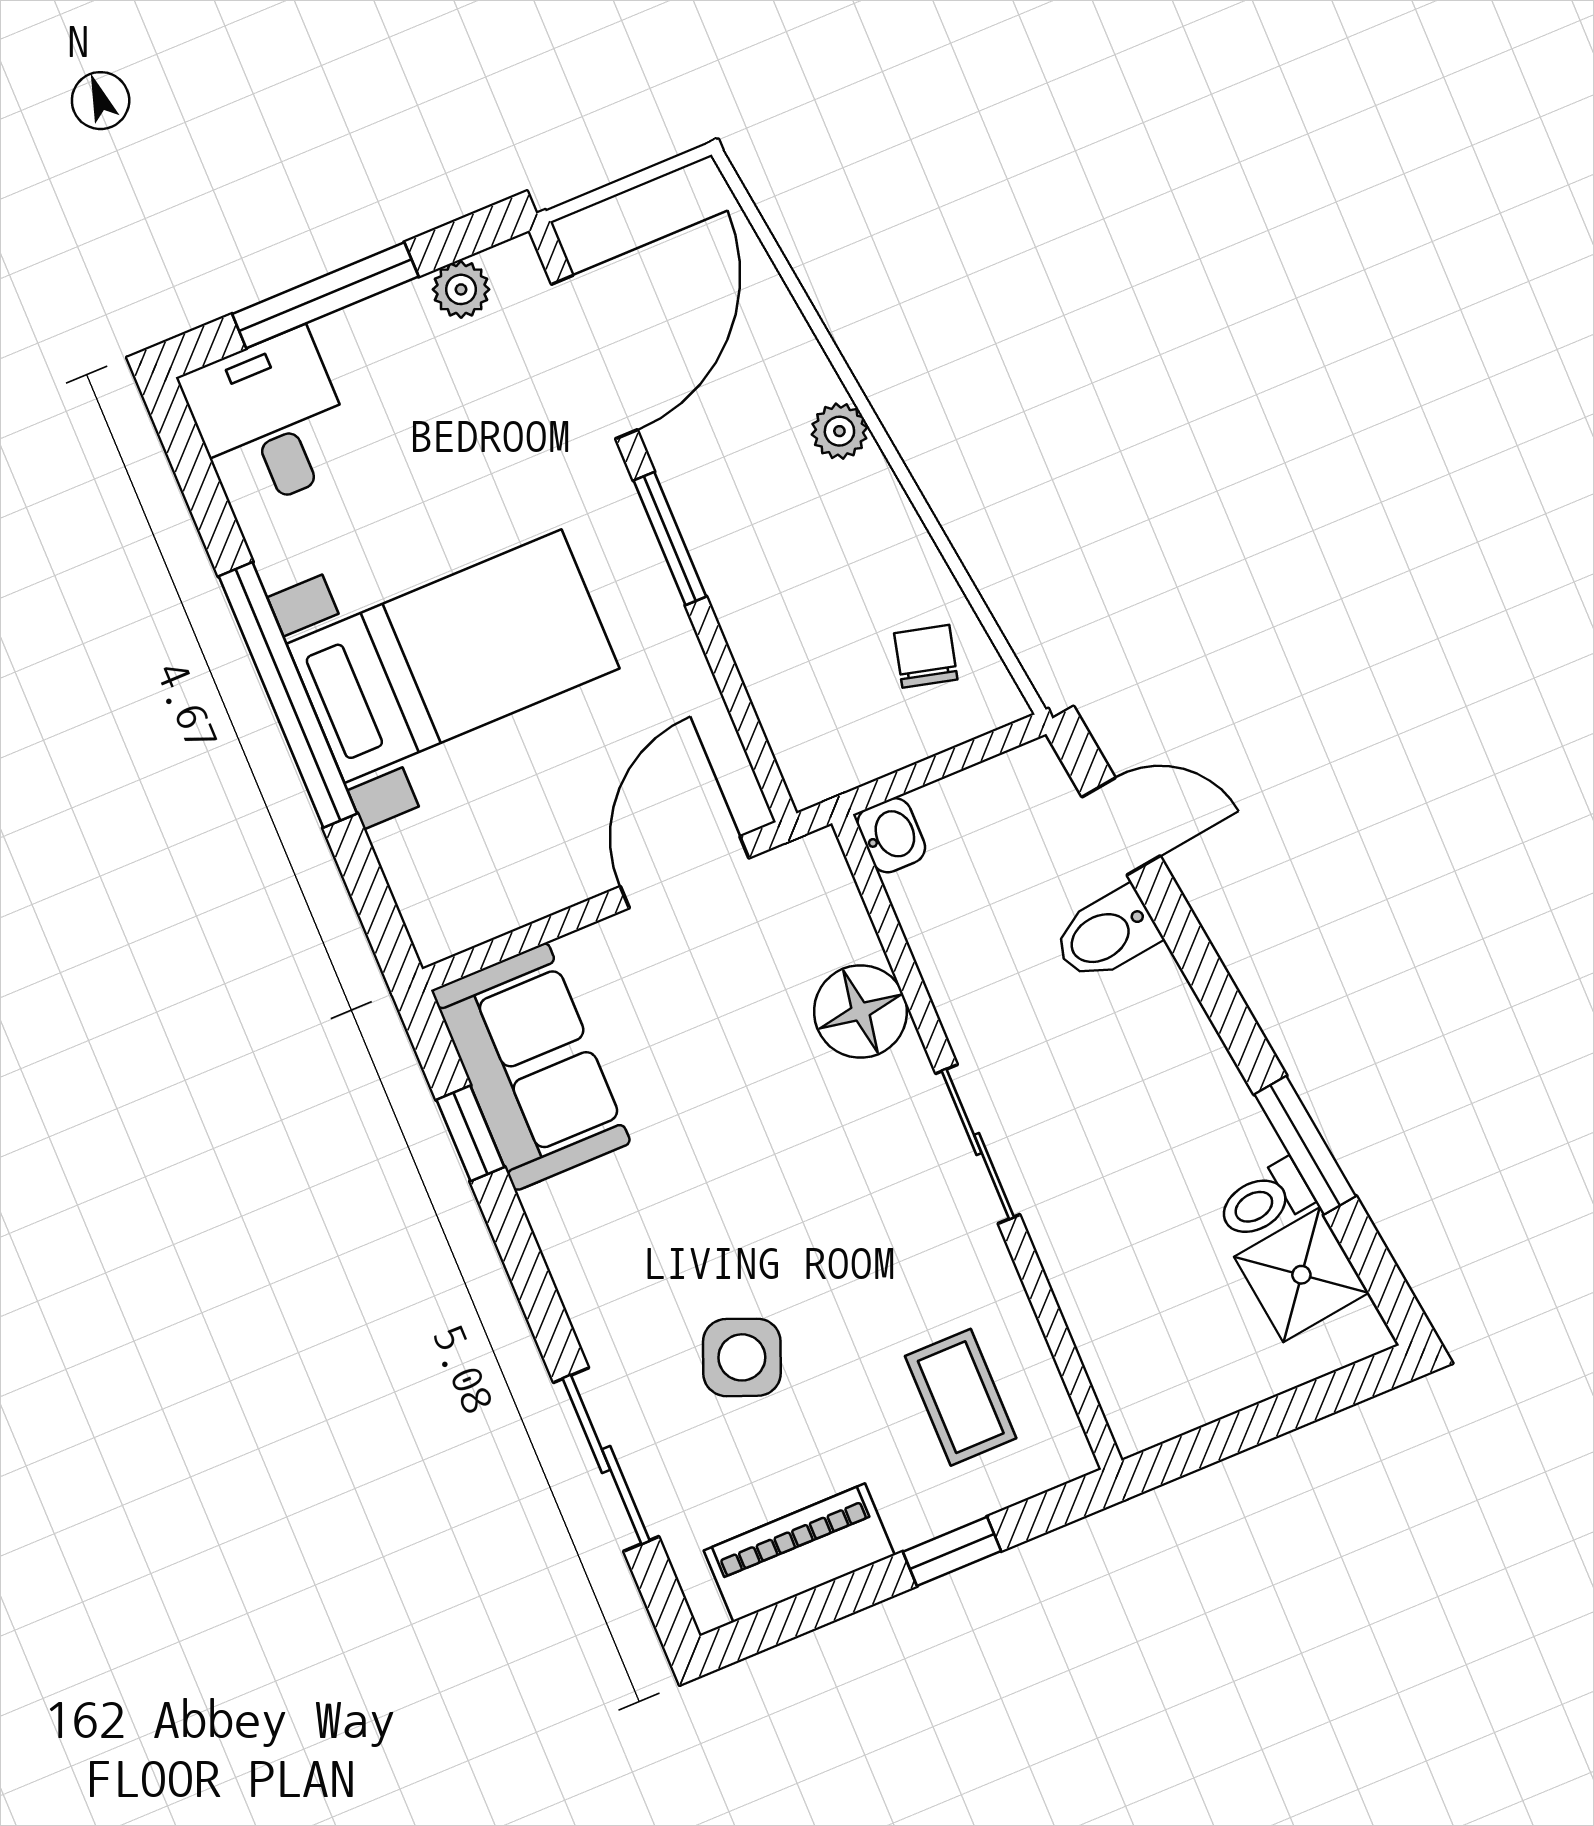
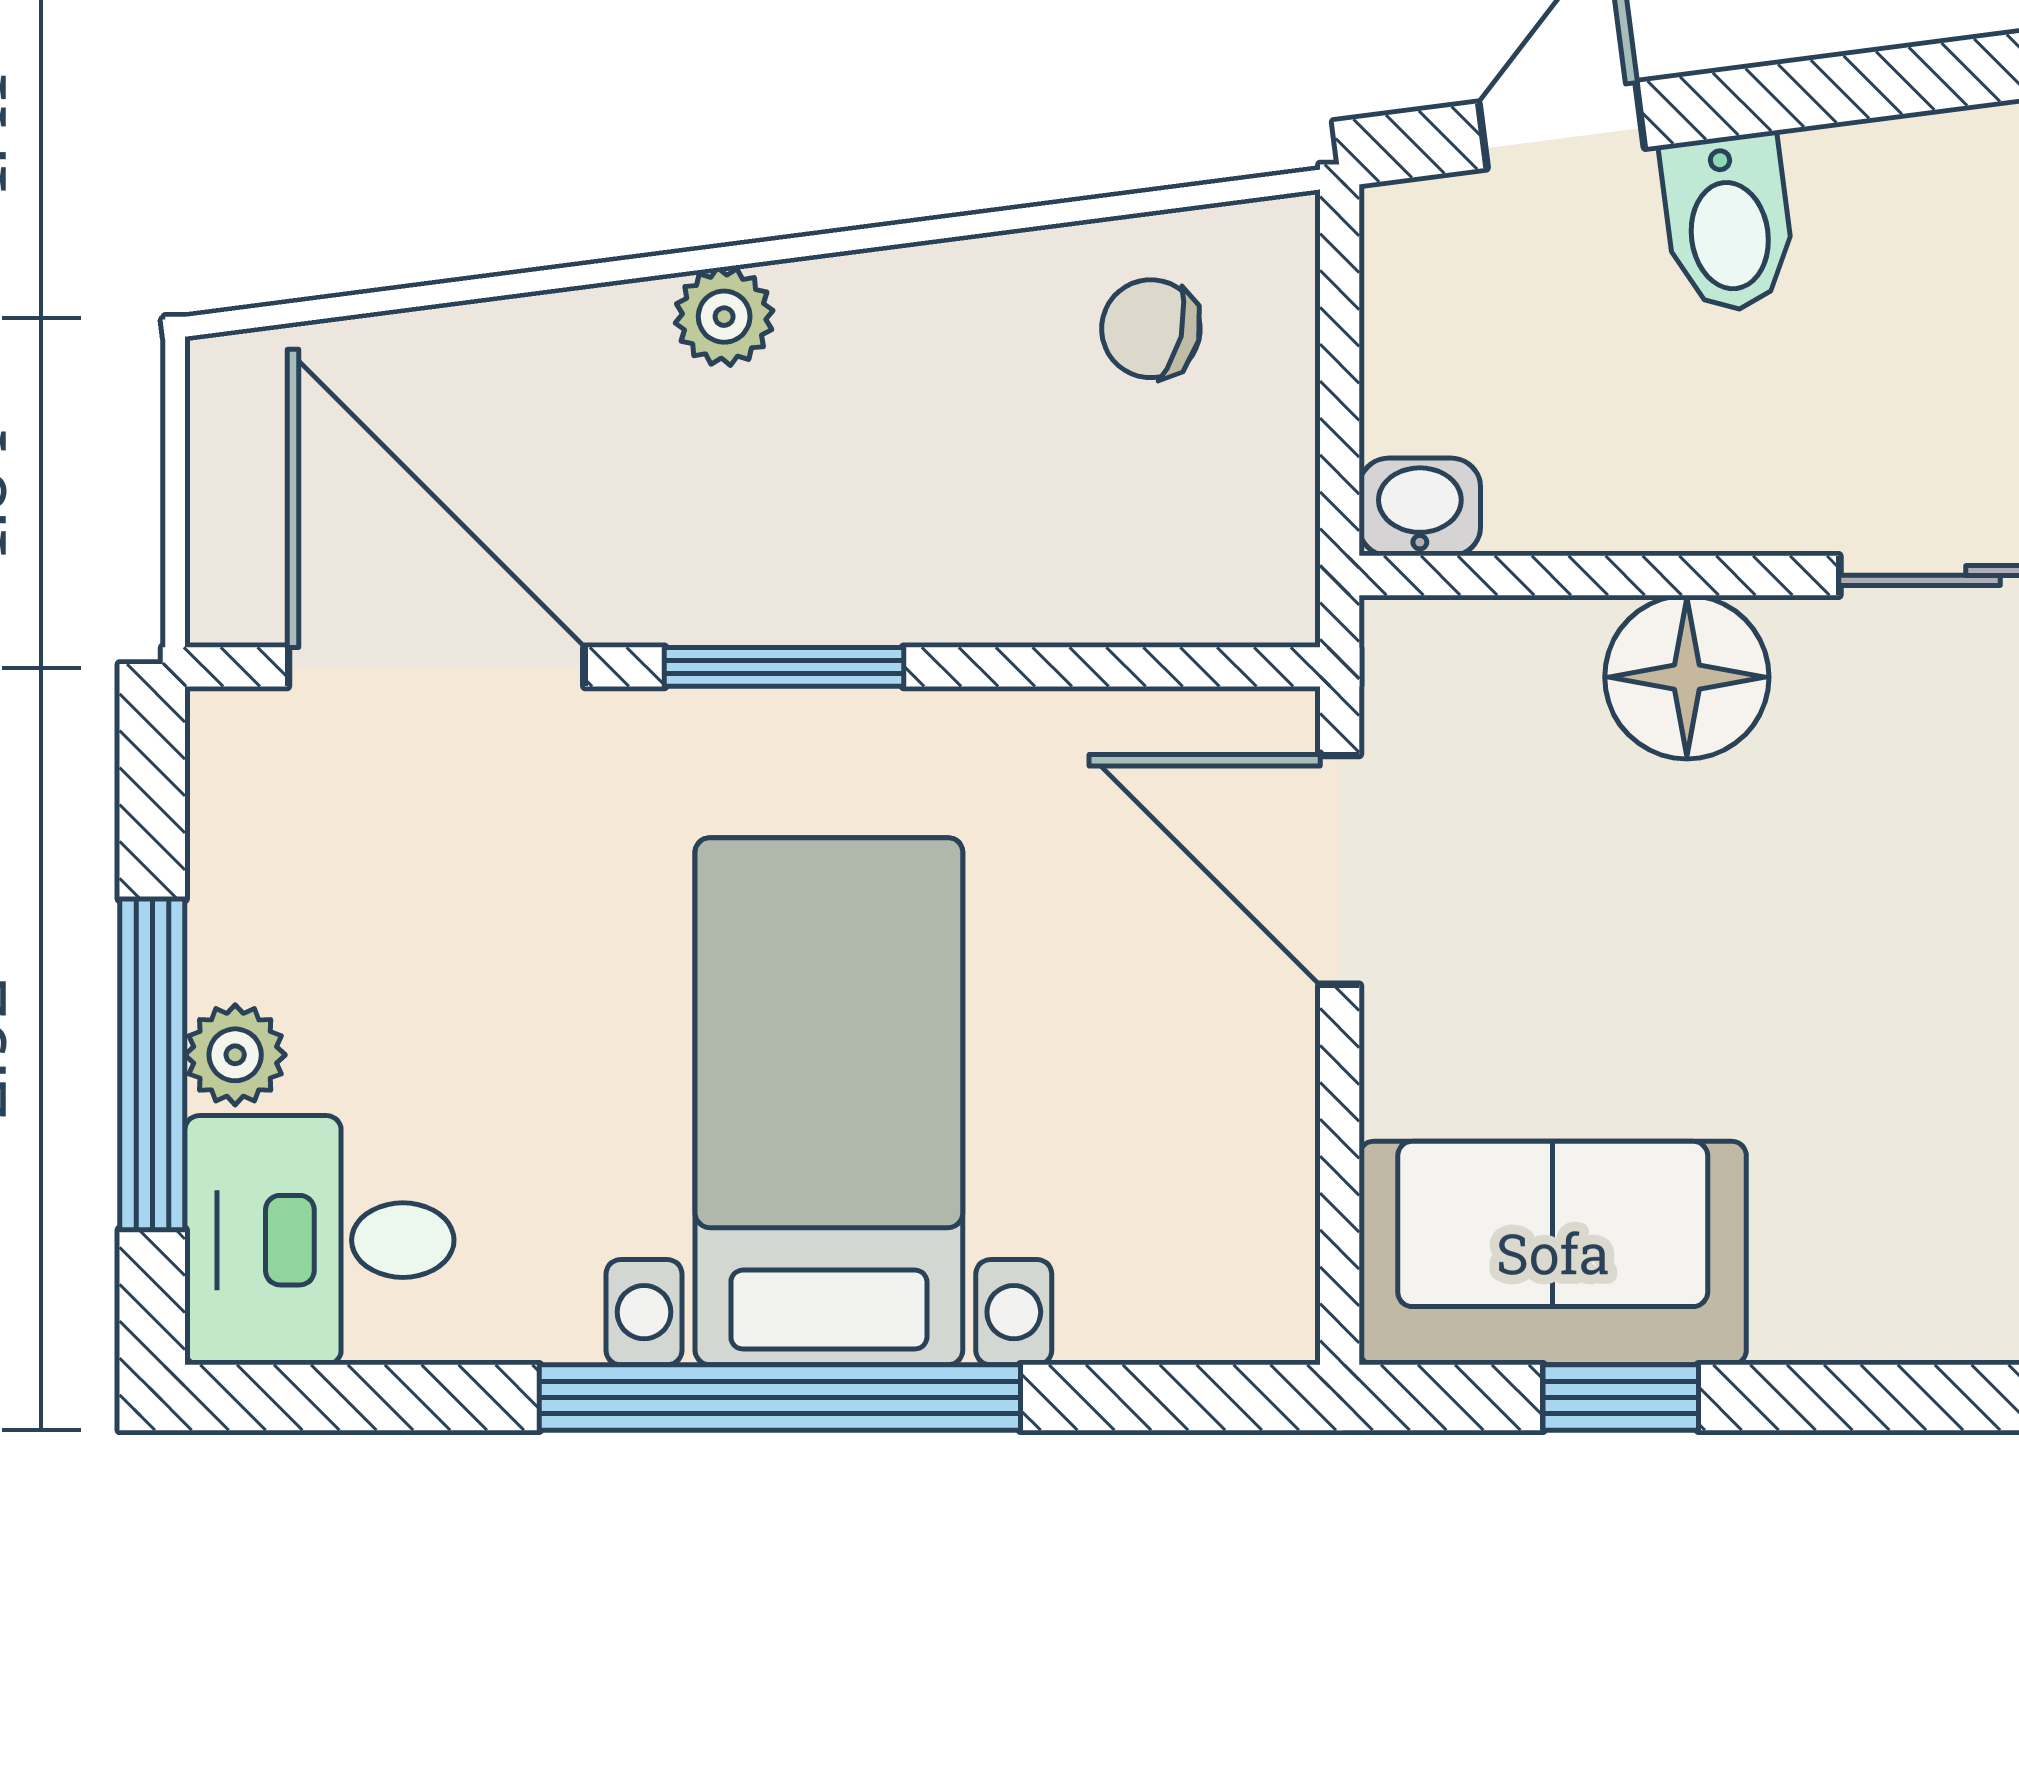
plant: (461, 289) -> (235, 1055), moved

